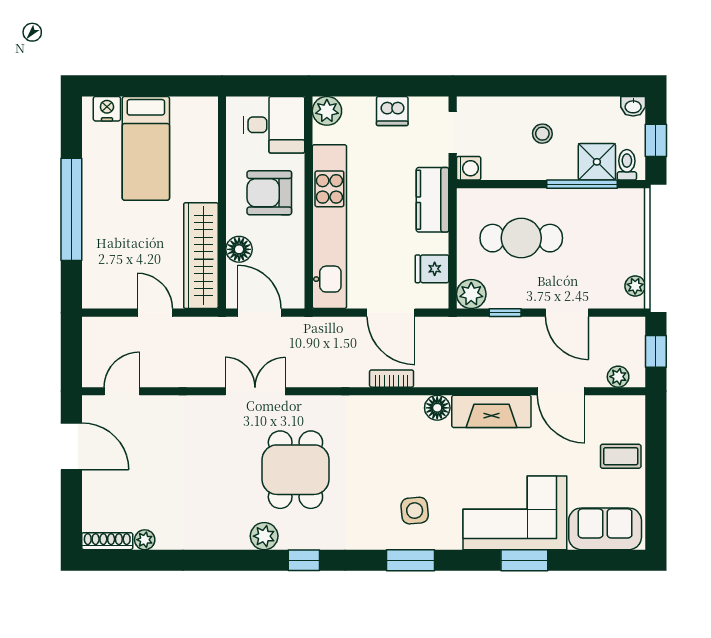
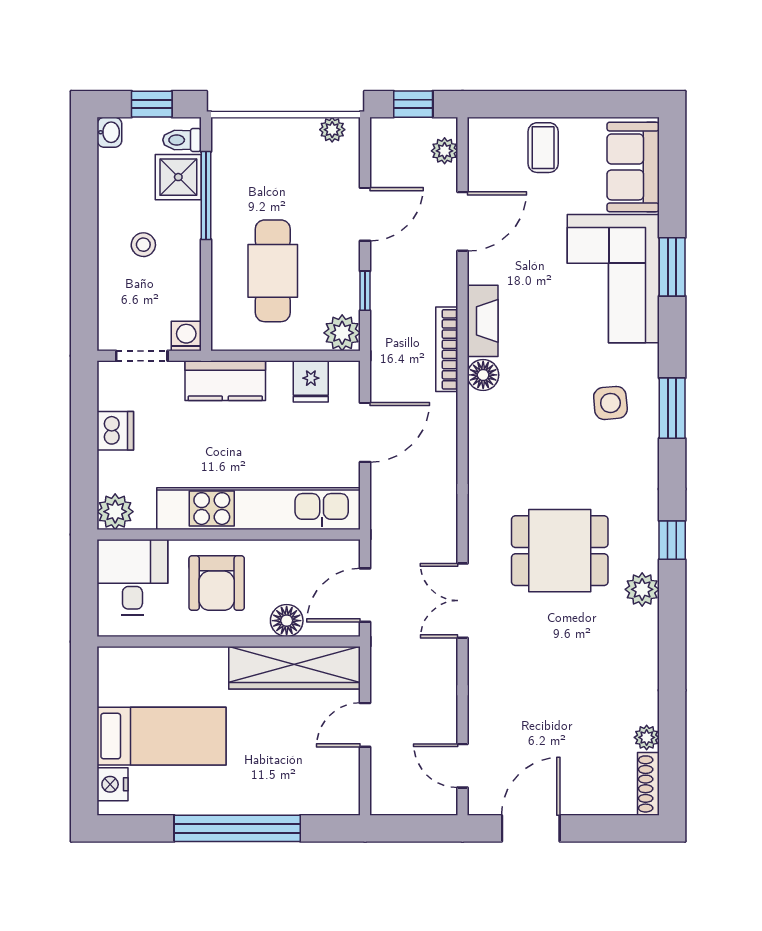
bookcase: (392, 379) -> (447, 349), moved, width x1.56
fireplace: (491, 411) -> (483, 321), width x0.73, depth x0.76

